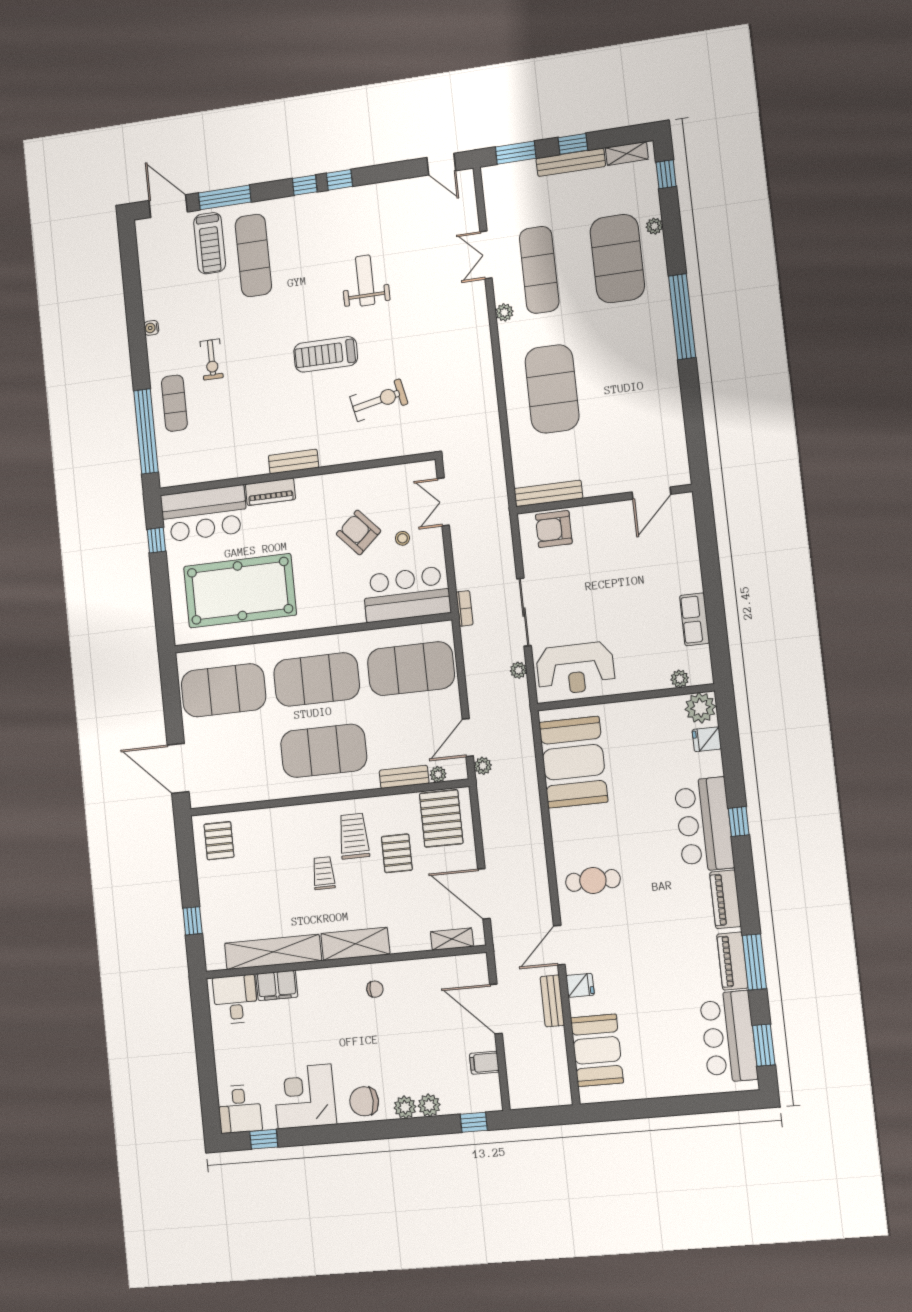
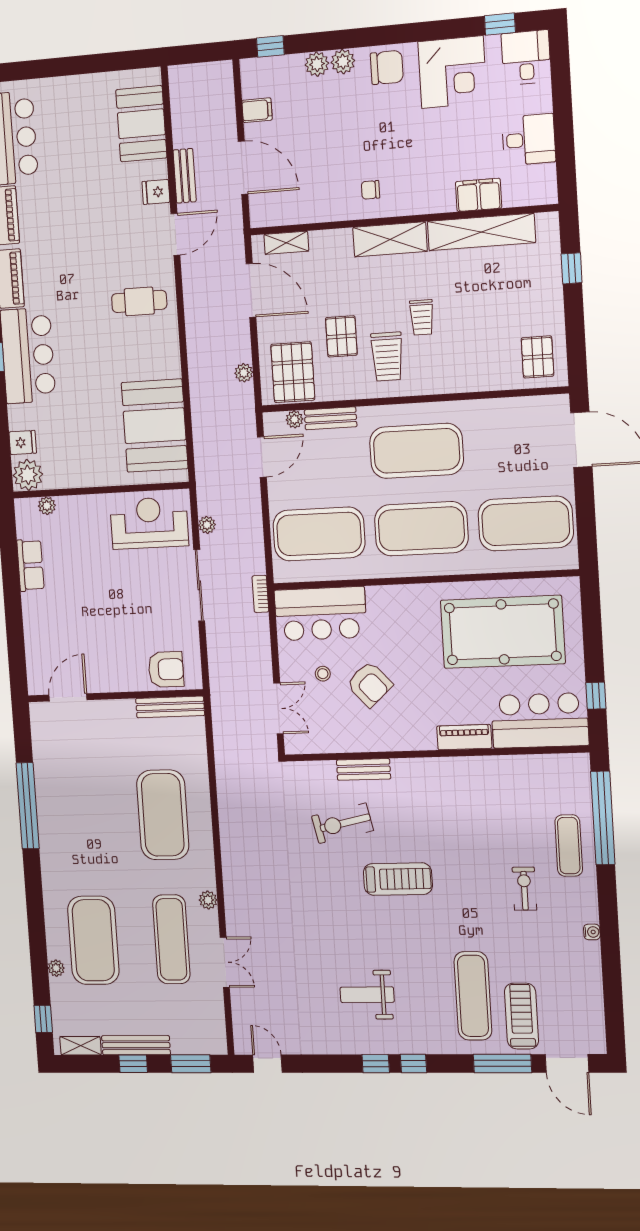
weight bench: (365, 281) -> (367, 995), moved, turned 90
window: (682, 317) -> (28, 806), moved
bench: (293, 462) -> (364, 769), moved
plant: (483, 766) -> (244, 373), moved
desk: (235, 999) -> (529, 140), moved, turned -90

